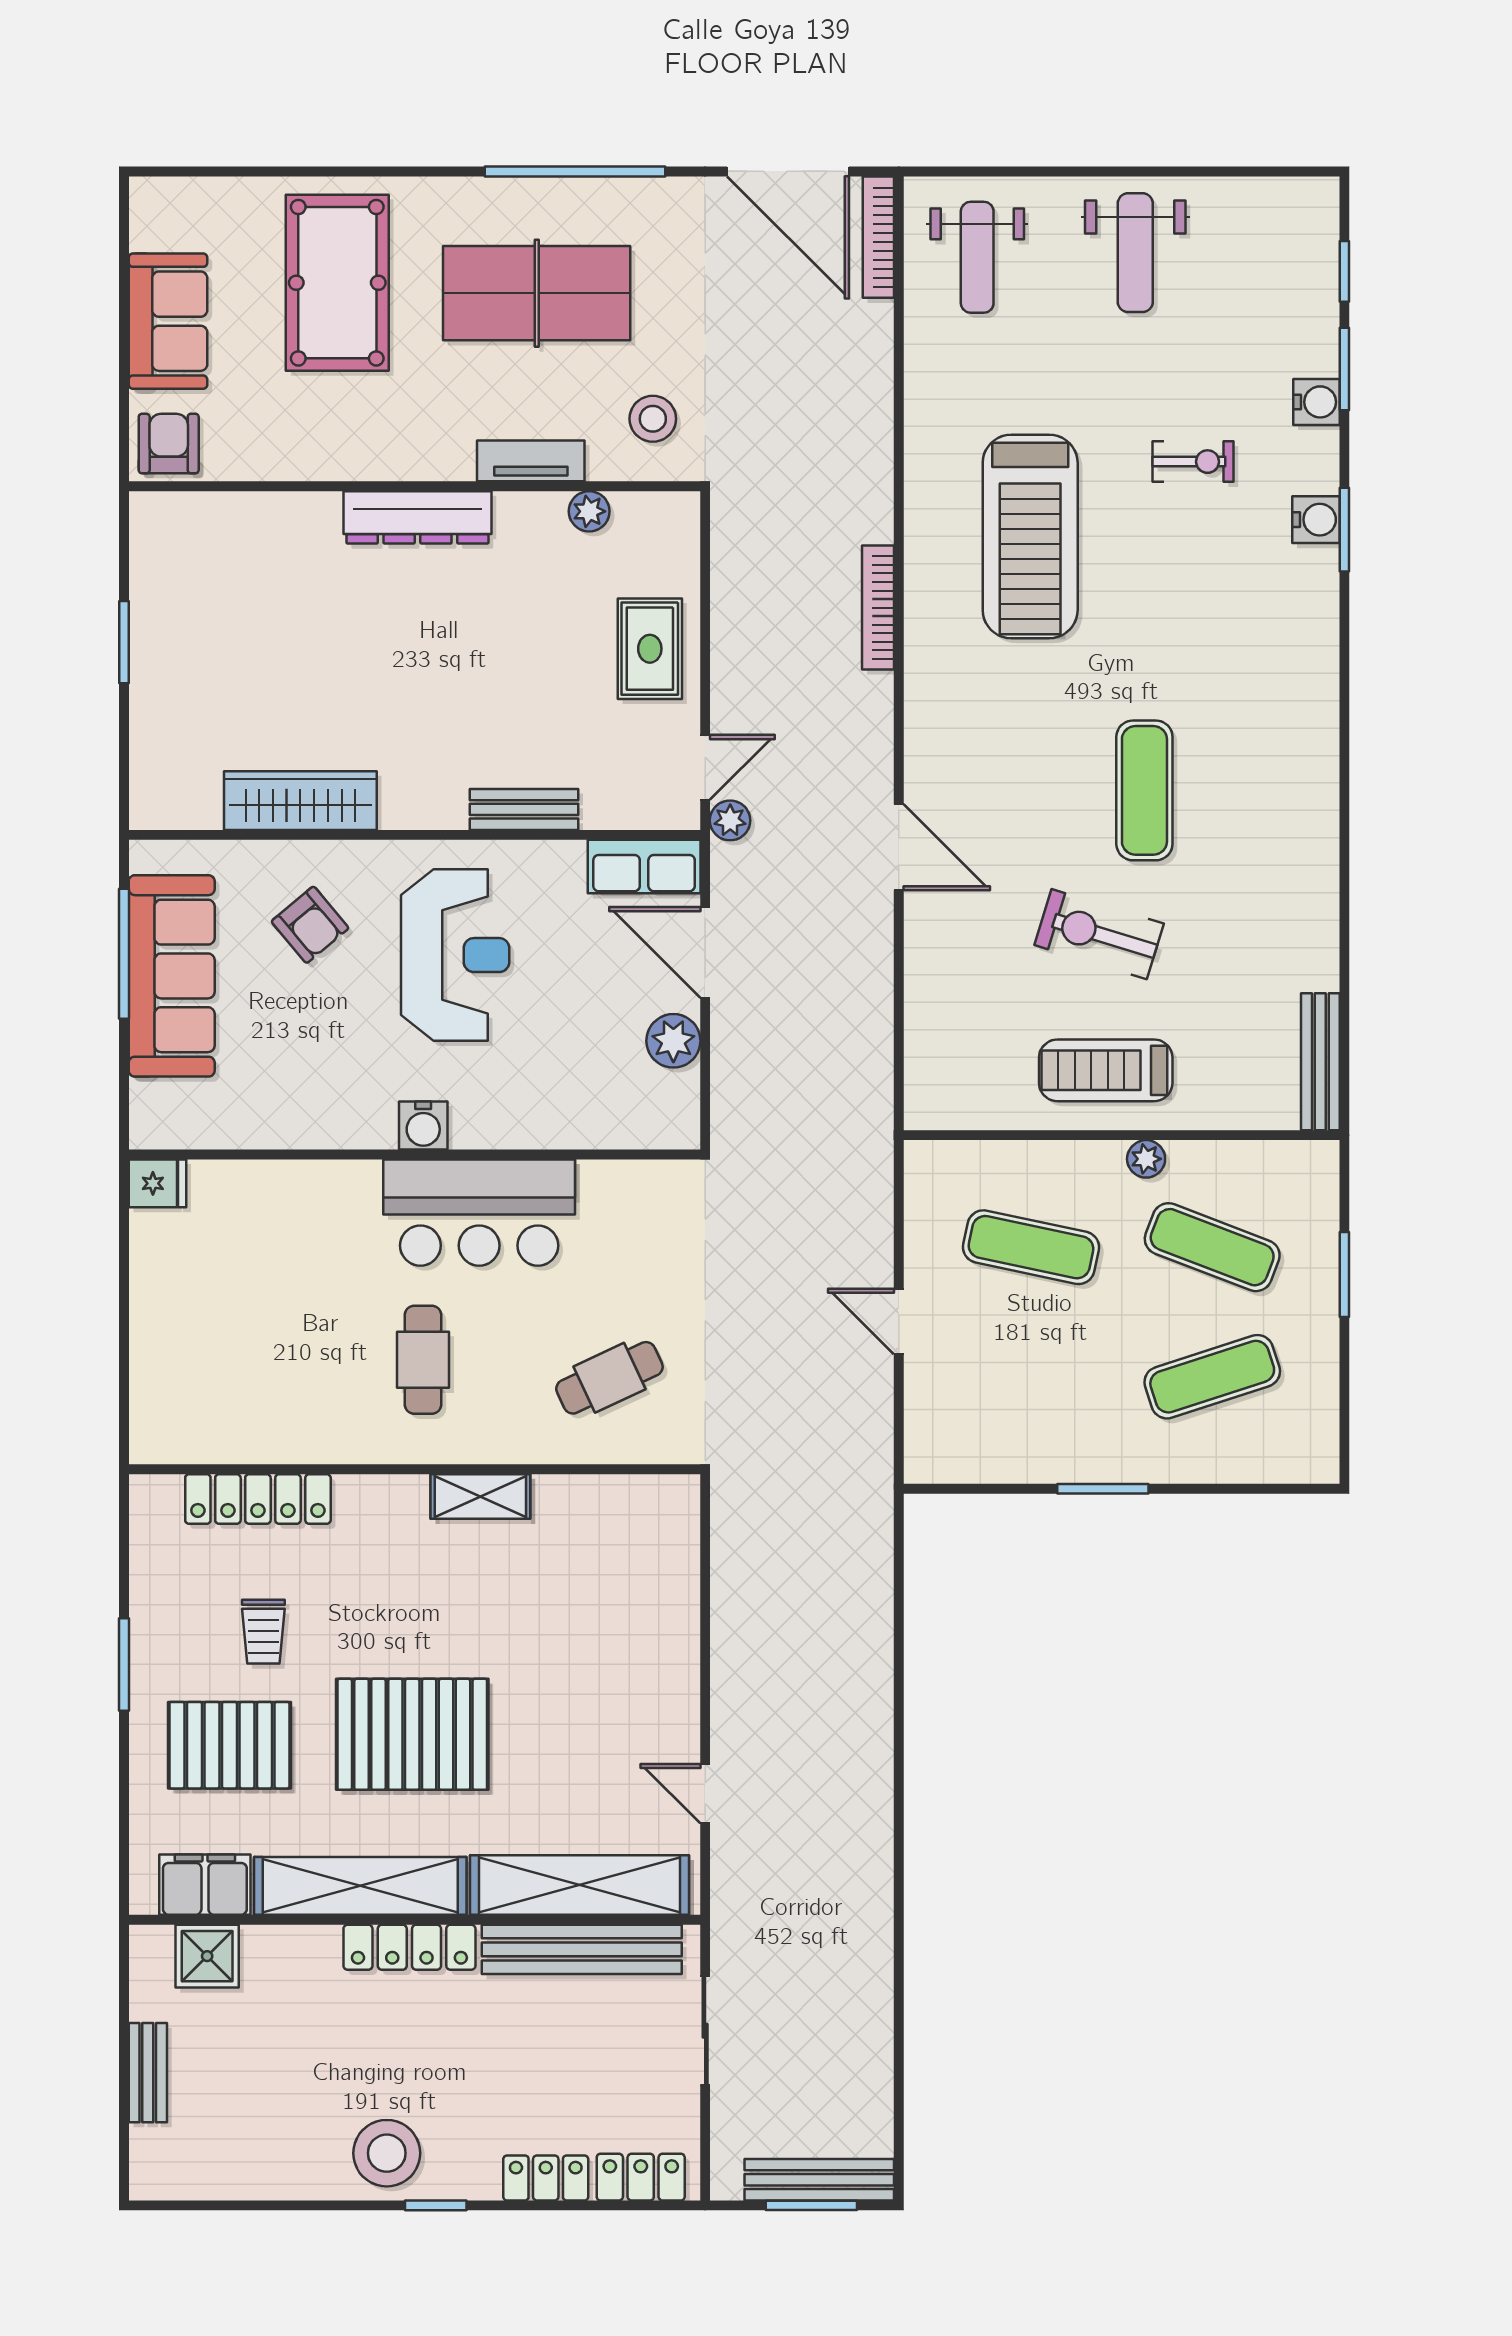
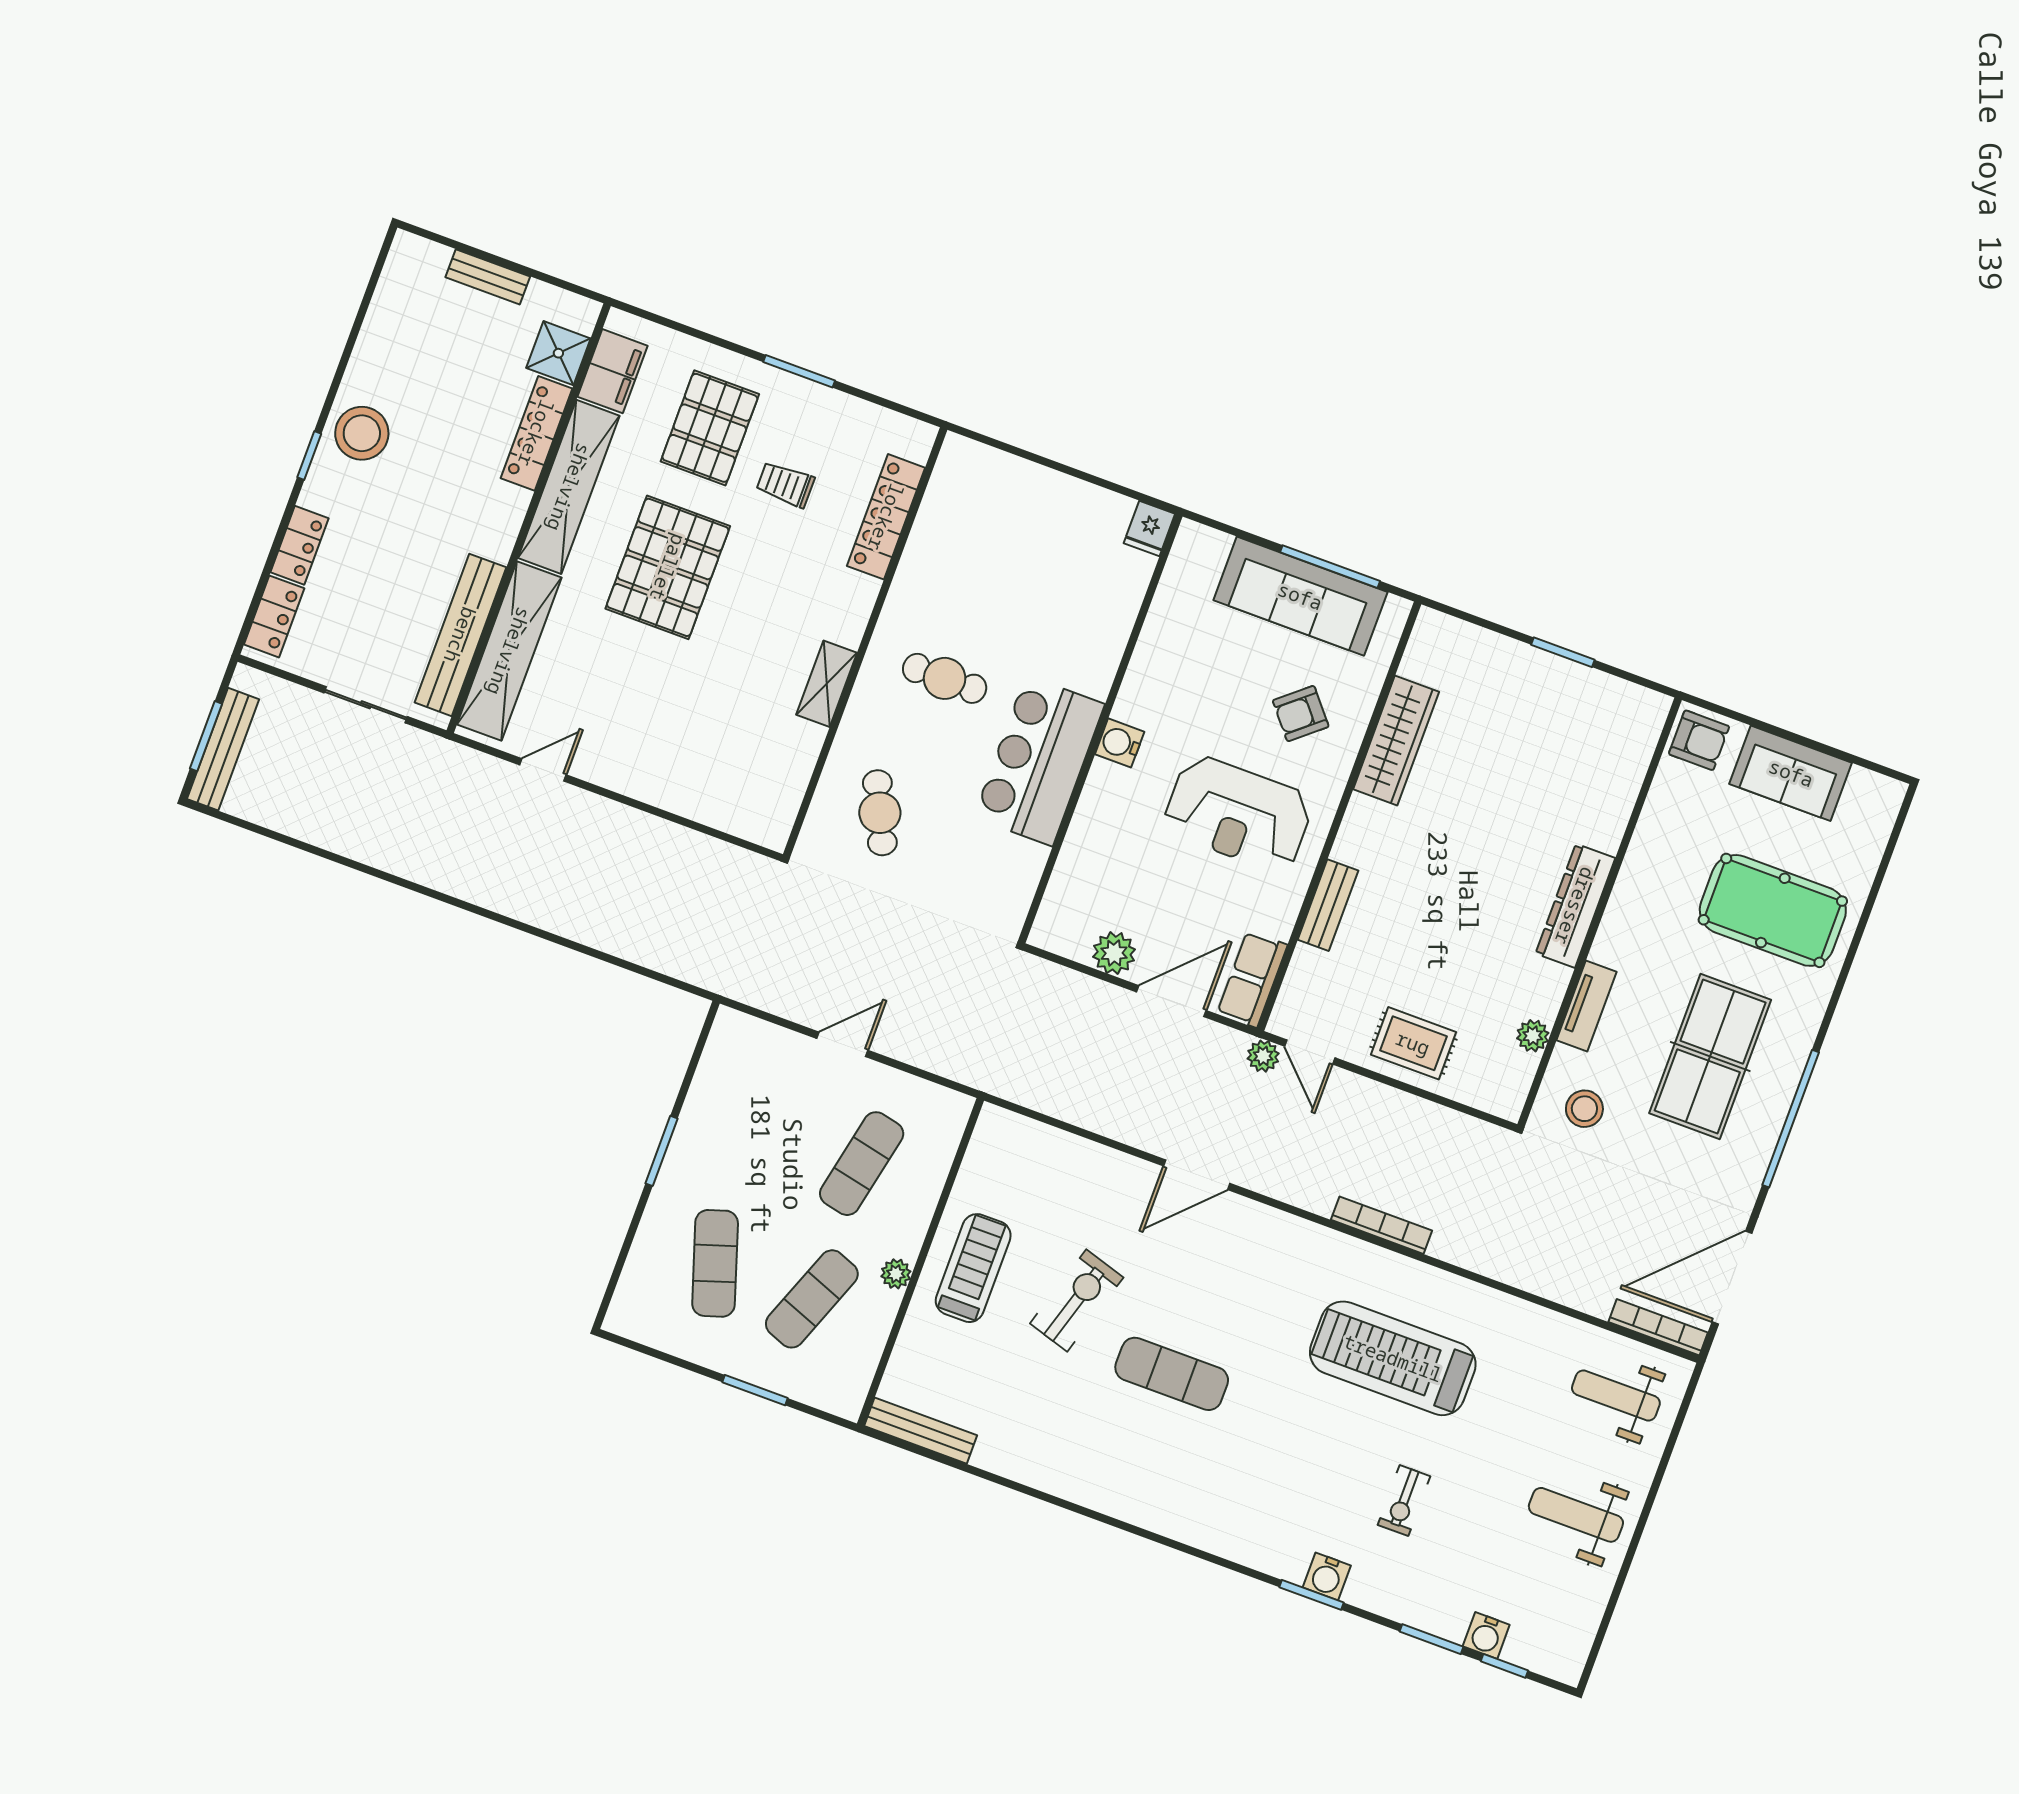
water cooler: (1316, 402) -> (1486, 1636), moved
locker: (409, 1947) -> (536, 433), moved

